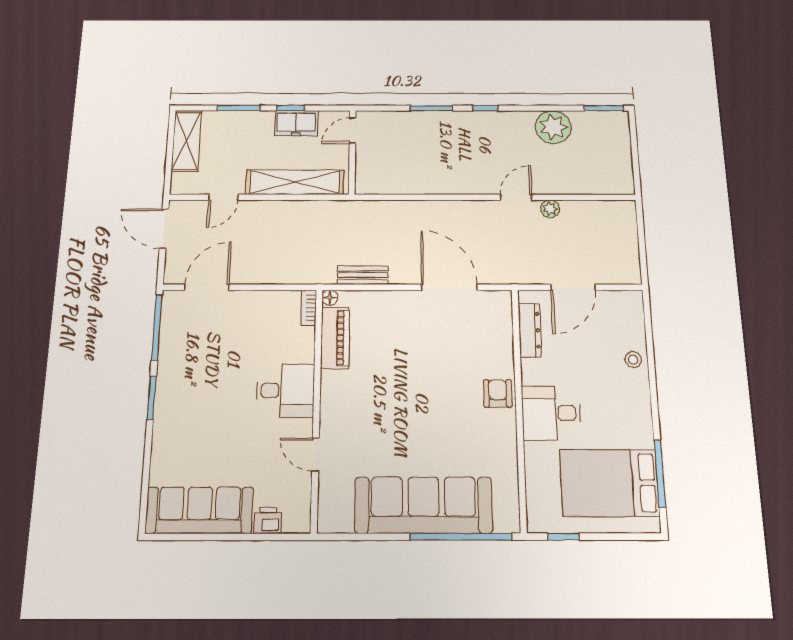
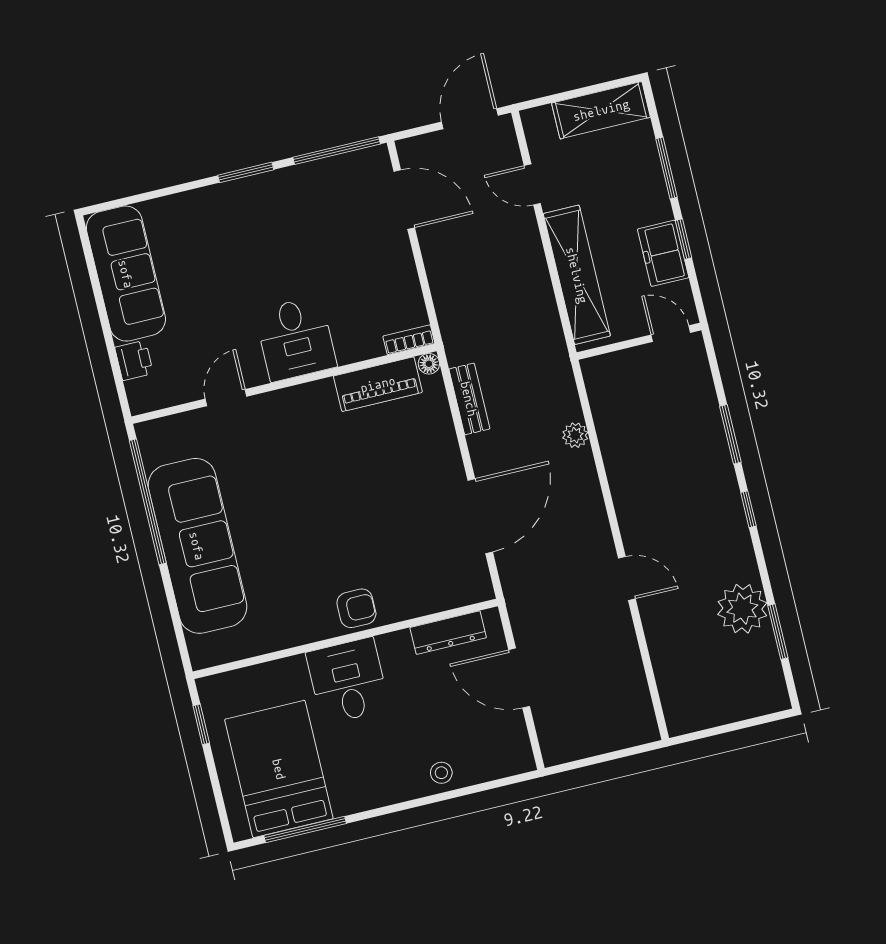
window: (603, 108) -> (778, 632), moved
plant: (550, 209) -> (575, 435), moved
window: (461, 537) -> (148, 502), moved

